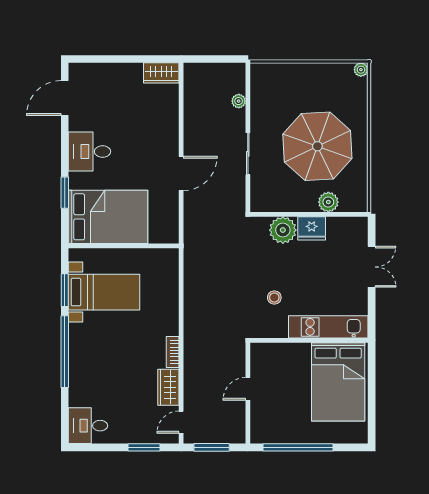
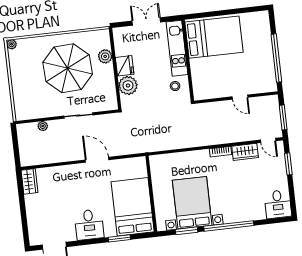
bed with nightstands: (104, 292) -> (192, 203), width x1.36
kitchen unit: (328, 327) -> (177, 48), moved
wall: (309, 340) -> (188, 60), moved
bed: (338, 382) -> (214, 37), moved

